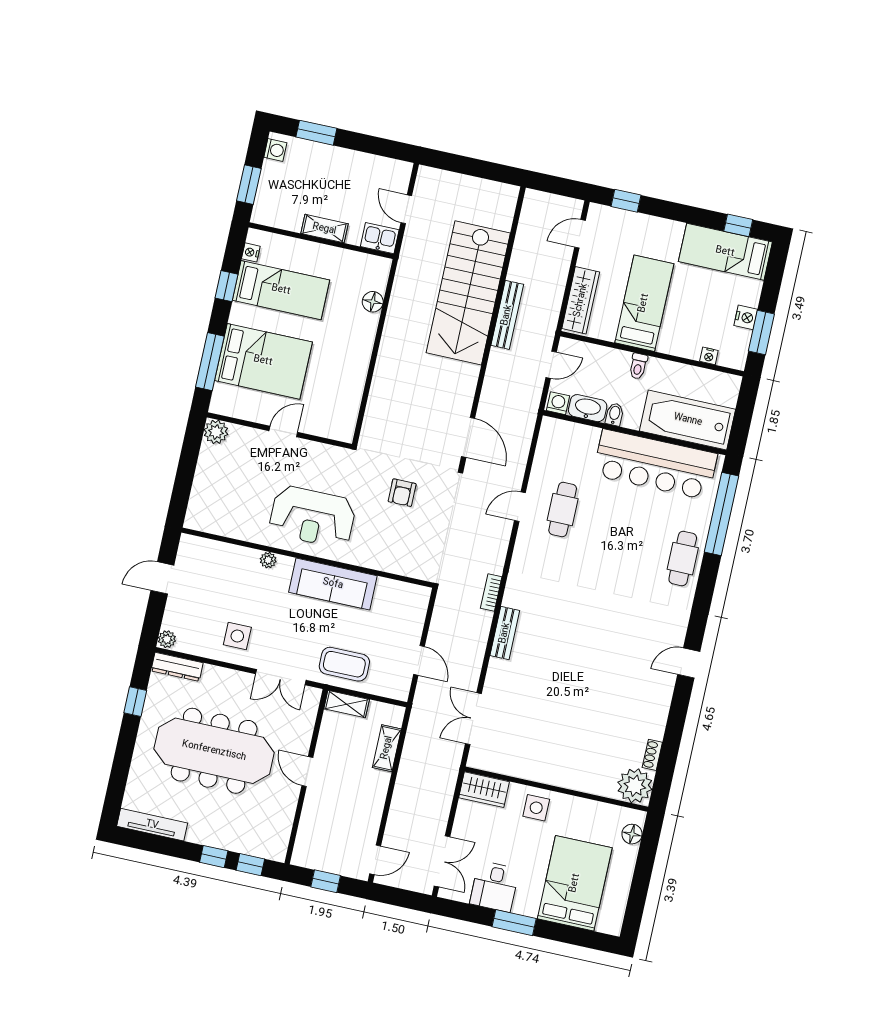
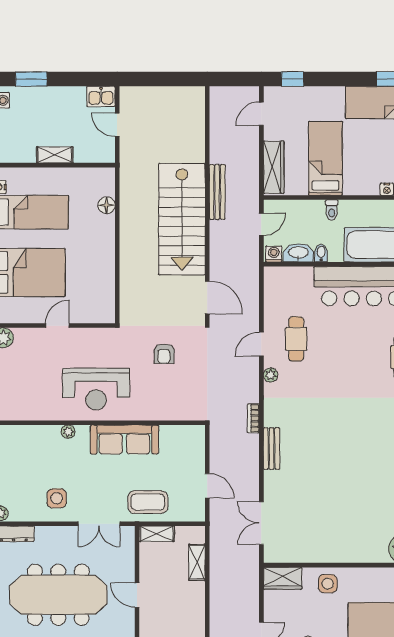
kitchen sink: (380, 238) -> (101, 96), moved, turned 180
stairs: (468, 293) -> (182, 219), moved
plant: (523, 546) -> (271, 375), added

